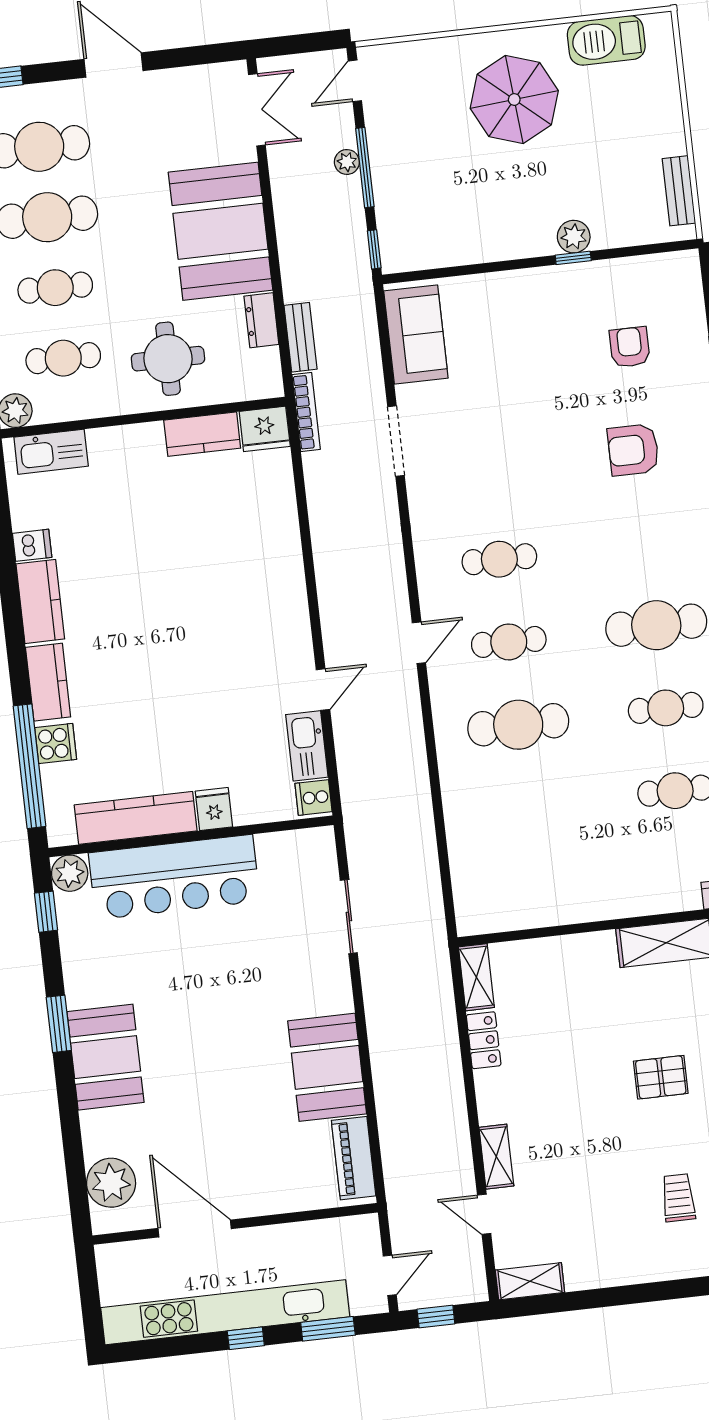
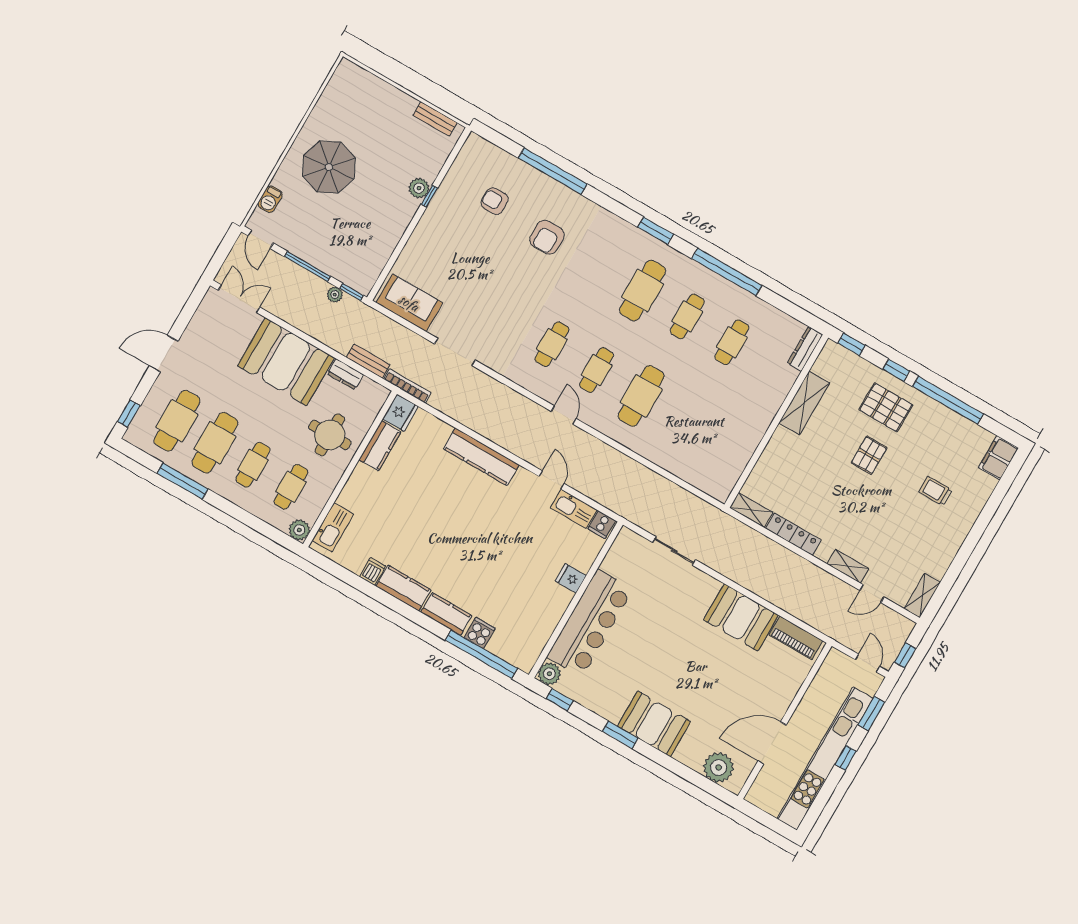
barbecue: (606, 40) -> (270, 199), moved, width x0.53, depth x0.65
plant: (347, 162) -> (335, 295), moved
kitchen counter: (136, 818) -> (481, 457), moved, turned -90
locker: (484, 1040) -> (793, 534), width x1.53

